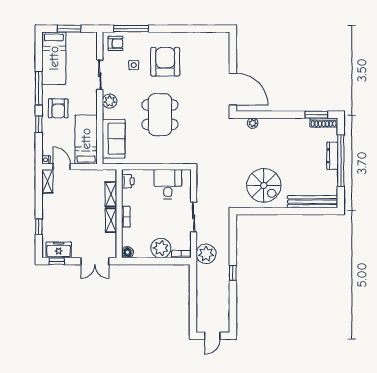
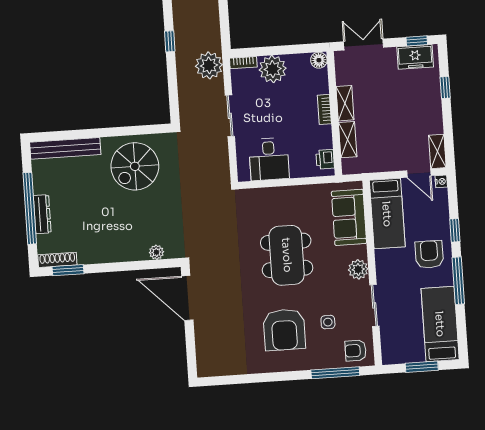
spiral stairs: (264, 185) -> (135, 166), turned -90

